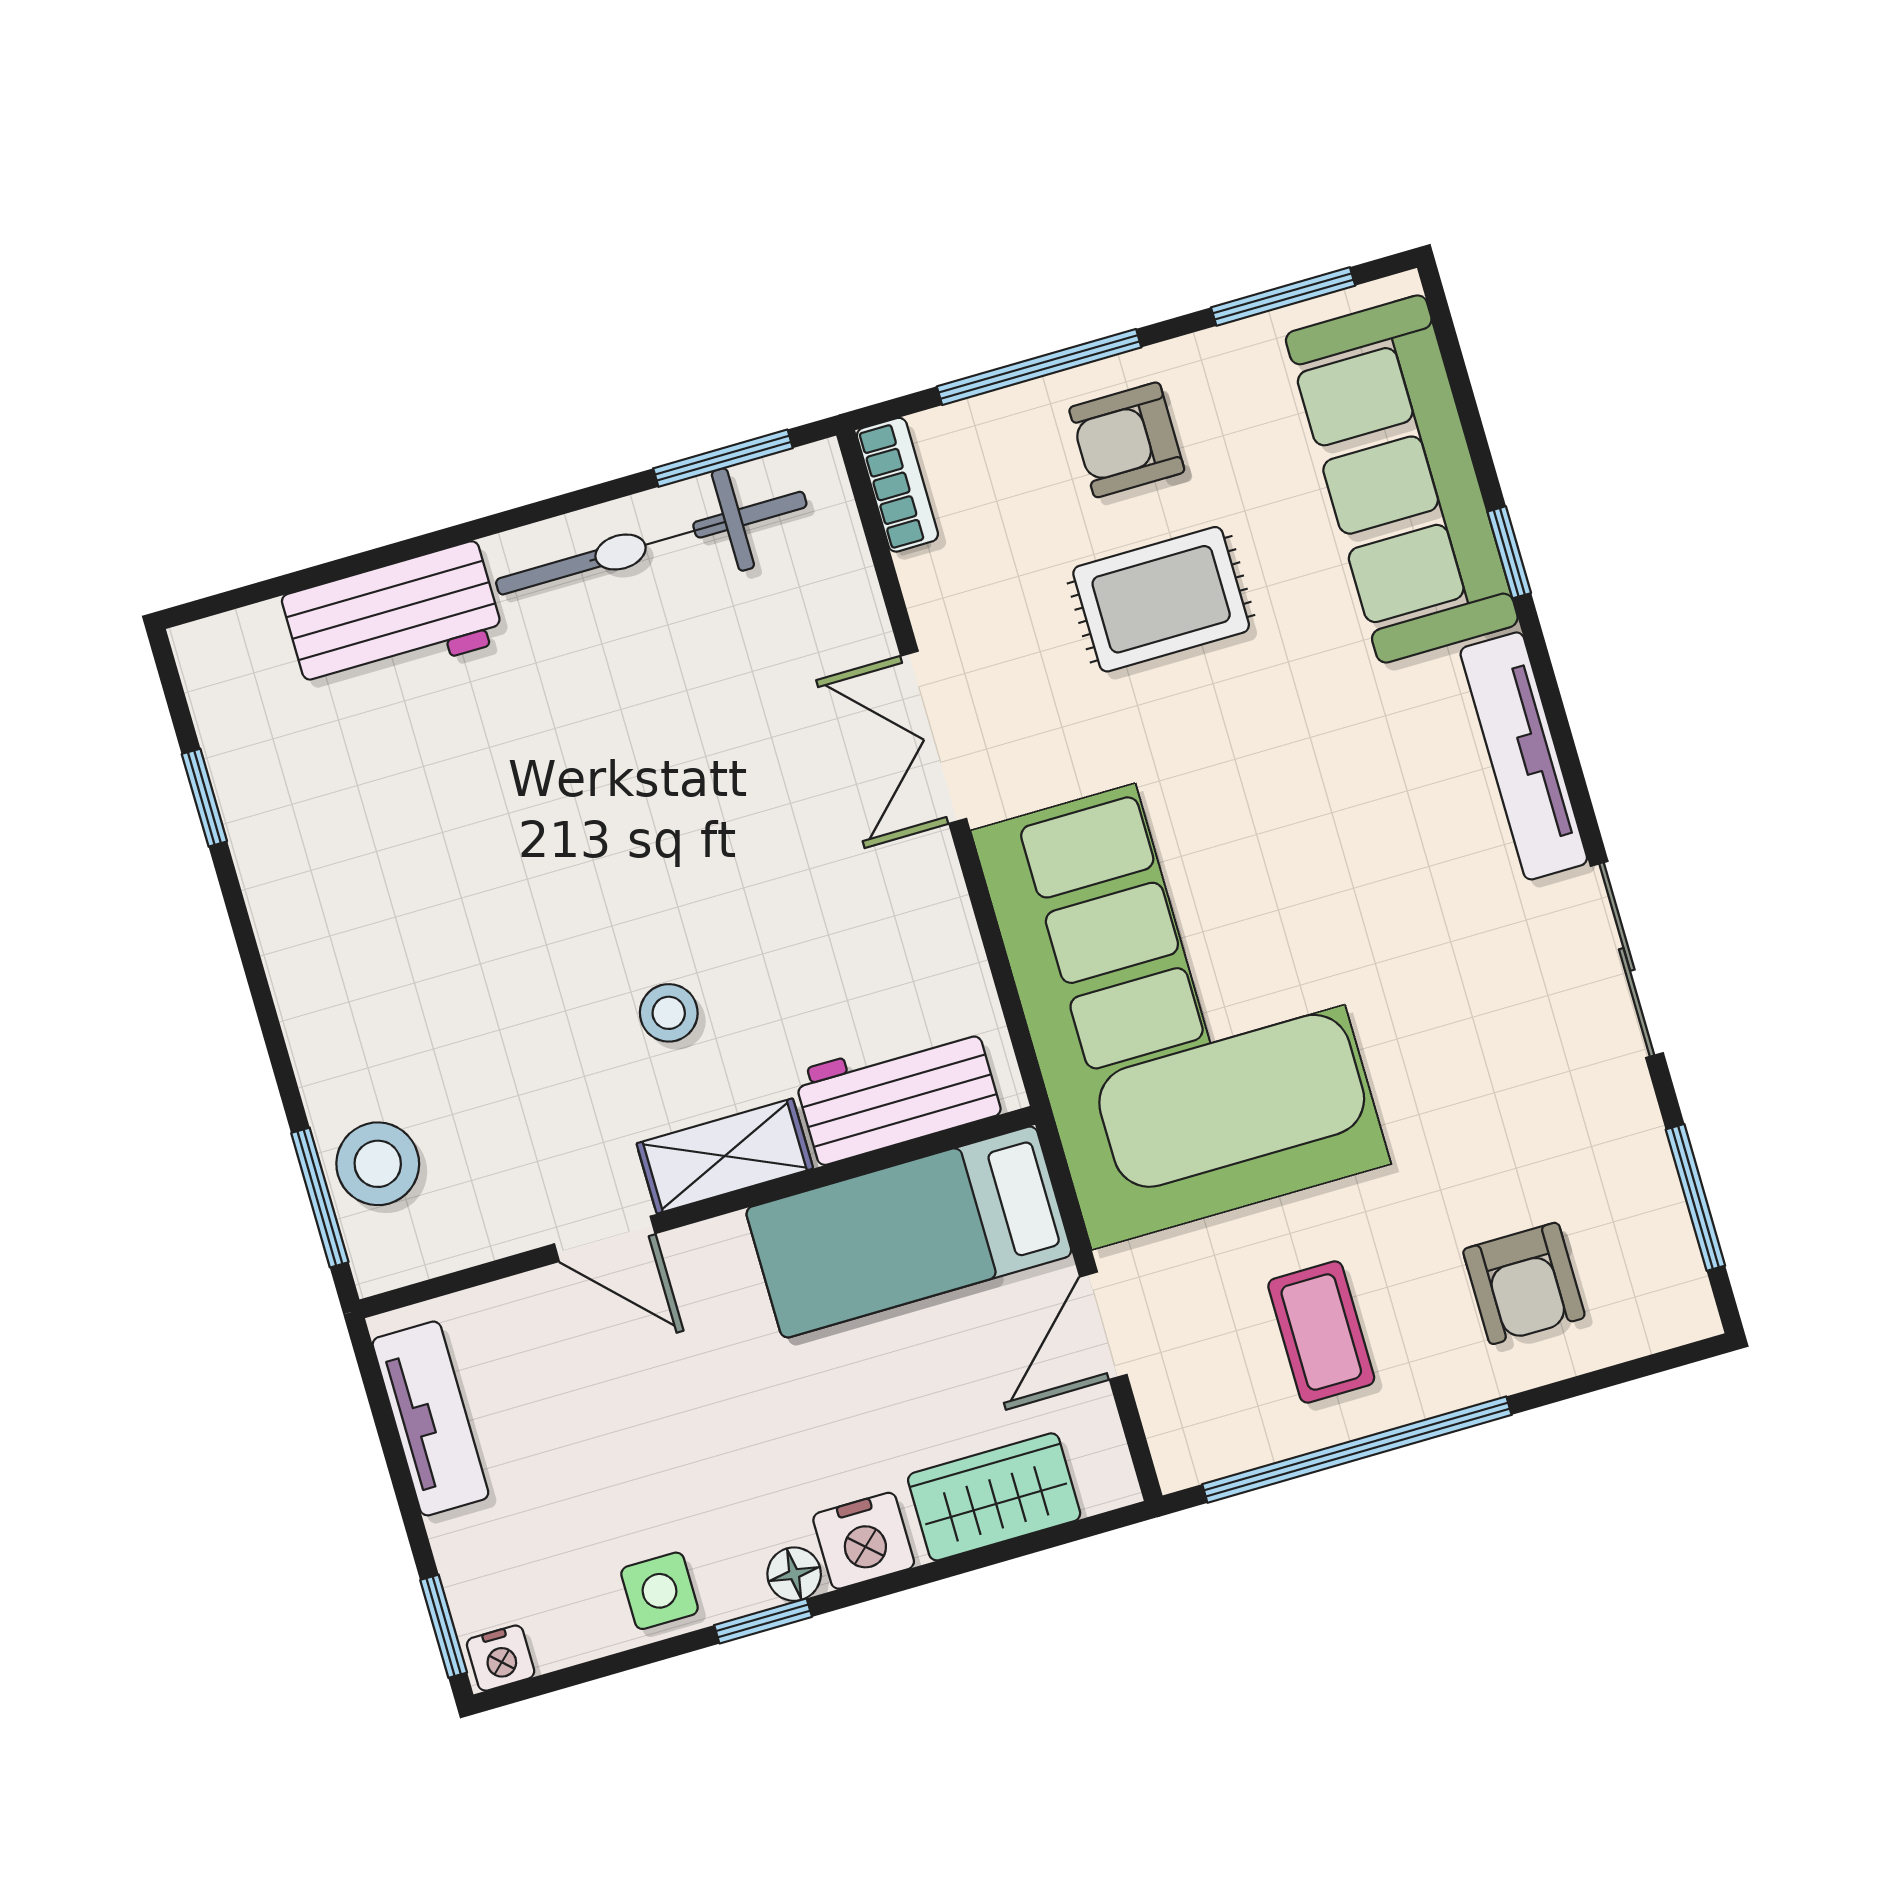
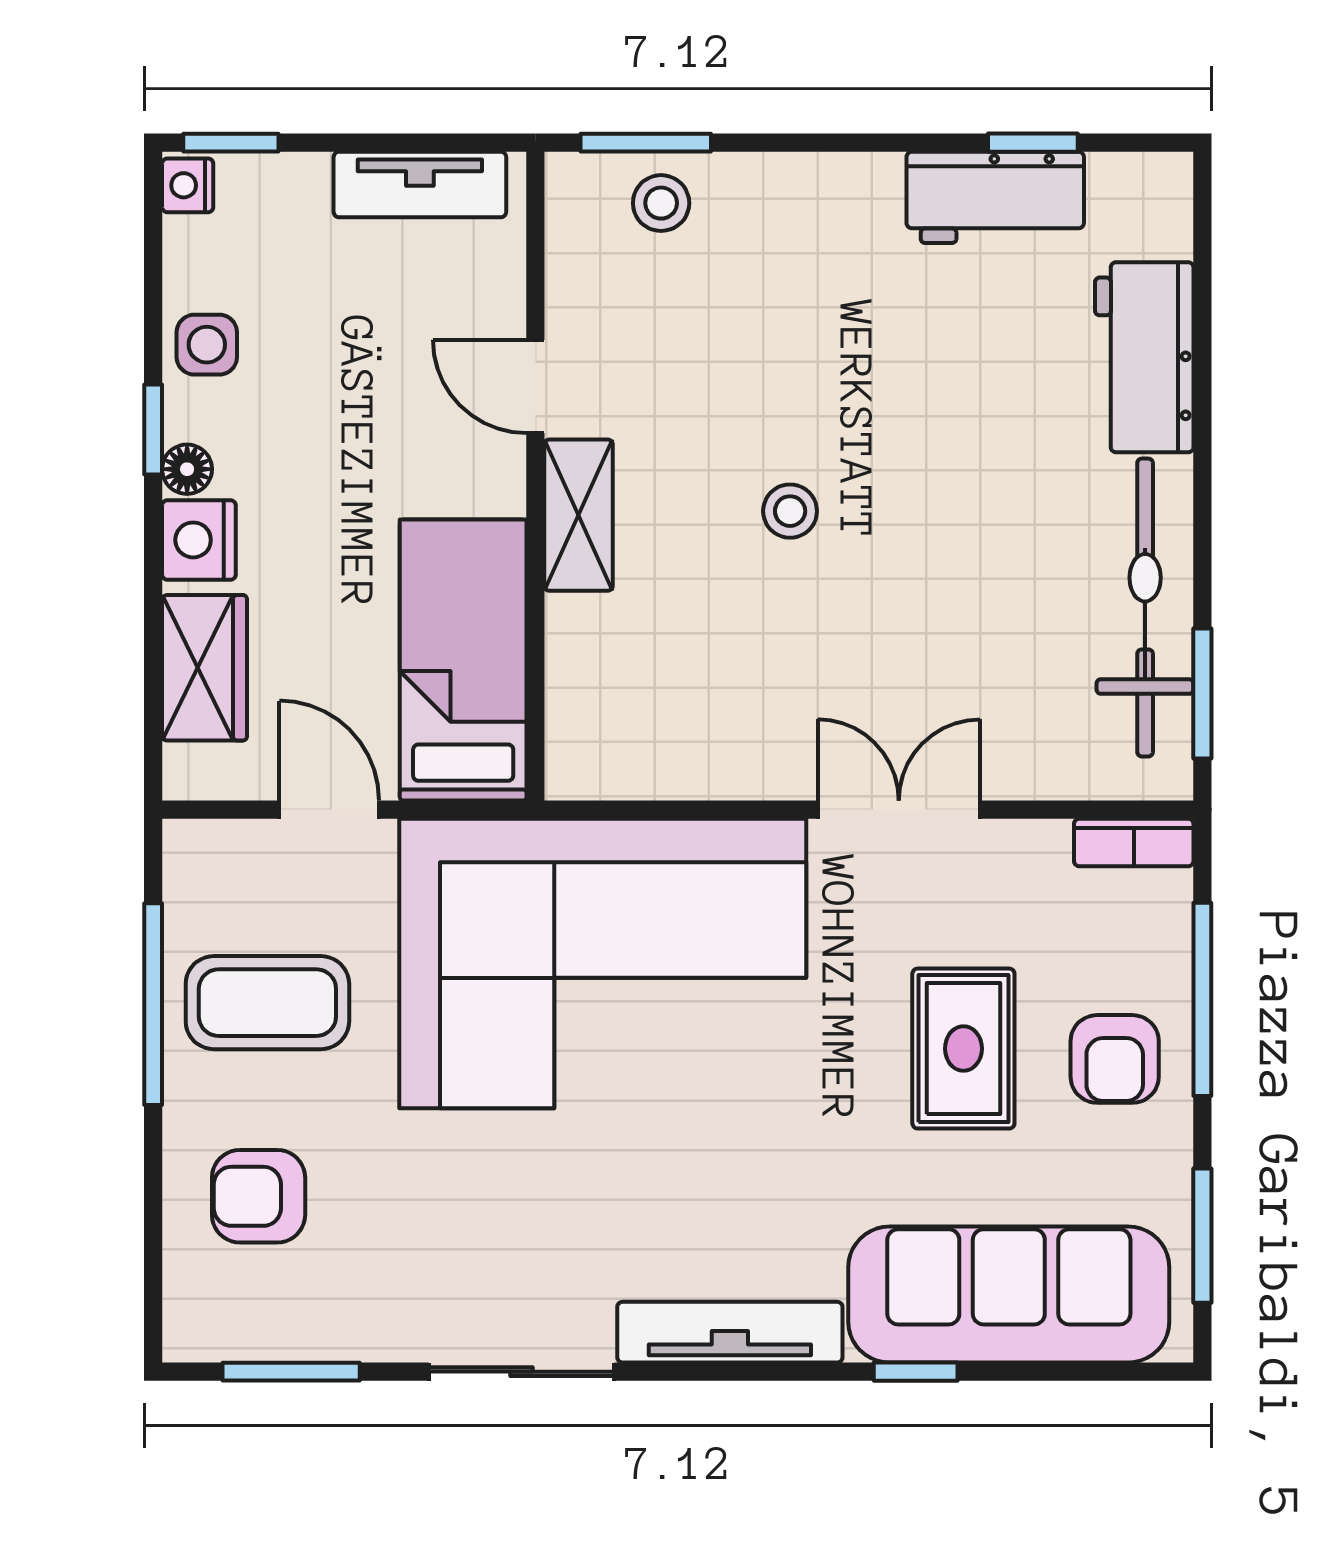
armchair: (1127, 440) -> (1115, 1059), turned 180
stool: (669, 1013) -> (790, 511), moved
workbench: (897, 1093) -> (995, 197), moved, turned 90
stool: (378, 1164) -> (661, 203), width x0.73, depth x0.73
door: (605, 1239) -> (535, 387), hinge flipped
coffee table: (1321, 1332) -> (267, 1003), width x1.36, depth x1.30
window: (1357, 1450) -> (153, 1004), width x0.68

